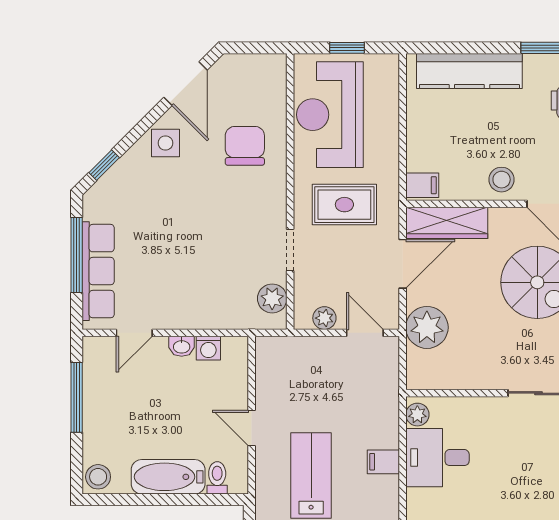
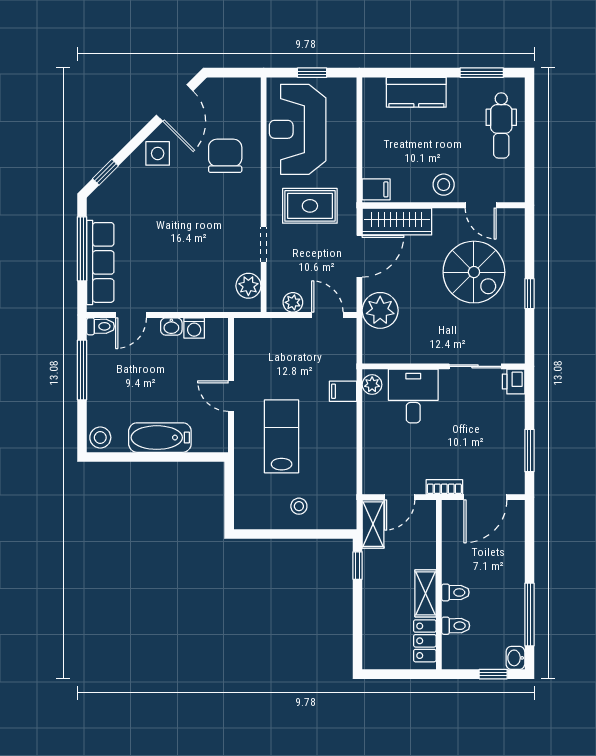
kitchen counter: (469, 71) -> (416, 92), width x0.67
desk: (437, 458) -> (413, 396), moved, turned 90
filing cabinet: (383, 462) -> (343, 391), moved
toilet: (217, 478) -> (101, 326), moved, turned 90

